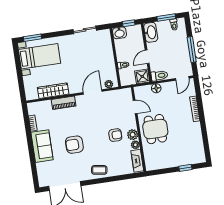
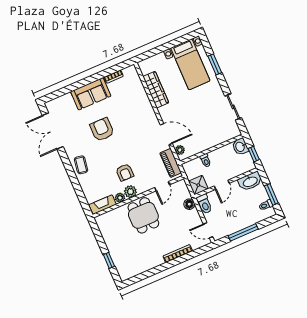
window: (33, 38) -> (215, 64), moved
door: (147, 57) -> (222, 185), swing flipped
piano: (64, 103) -> (171, 163), moved
dining table: (155, 129) -> (143, 215), turned 90

